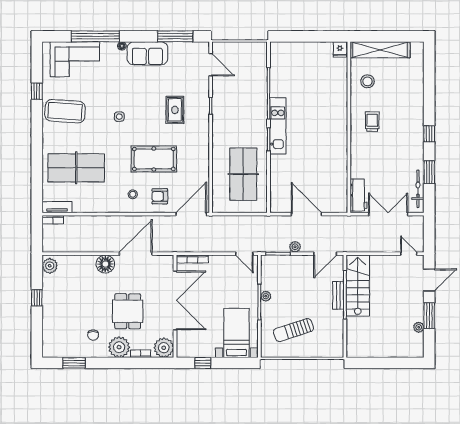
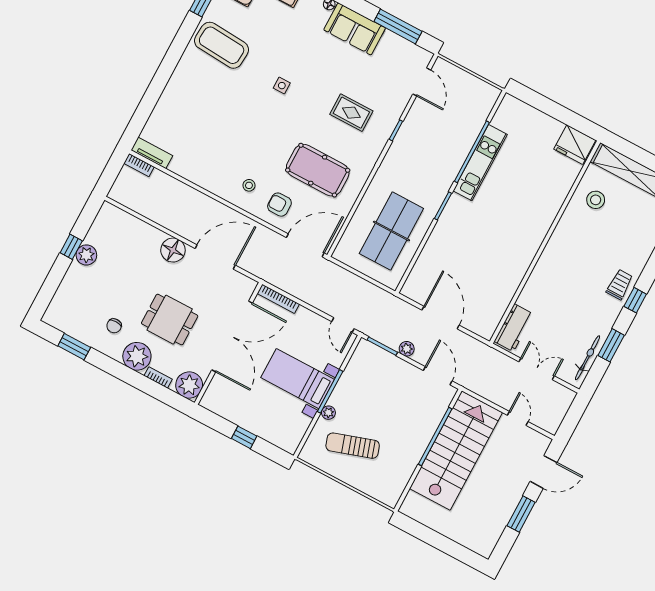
fridge: (340, 49) -> (575, 145), width x1.88, depth x1.34
rug: (175, 110) -> (351, 113), turned 90
trolley: (372, 122) -> (620, 285), moved
kitchen unit: (278, 126) -> (480, 163), moved
pool table: (154, 159) -> (318, 170), moved
table tennis table: (76, 168) -> (199, 119), removed
double door: (388, 214) -> (537, 369), width x0.73
door: (325, 254) -> (438, 376), swing flipped
door: (409, 254) -> (518, 418), moved
plant: (50, 266) -> (86, 255), moved
stairs: (358, 286) -> (456, 450), width x1.36, depth x1.51
bench: (338, 295) -> (427, 433), removed
plant: (266, 296) -> (328, 413), moved
dining table: (128, 311) -> (170, 320), turned 90
plant: (419, 327) -> (501, 521), removed
bed with nightstands: (236, 333) -> (298, 379), moved, turned -90
window: (203, 363) -> (244, 437), moved

